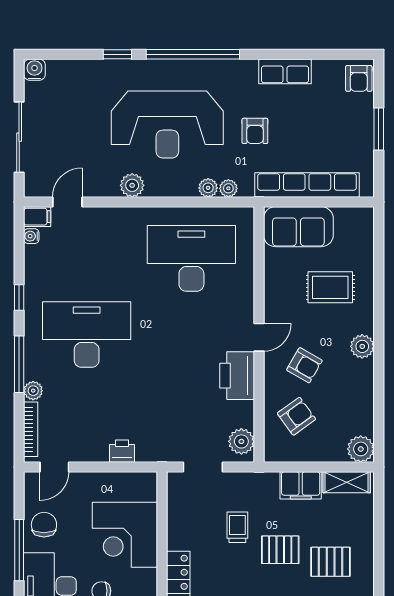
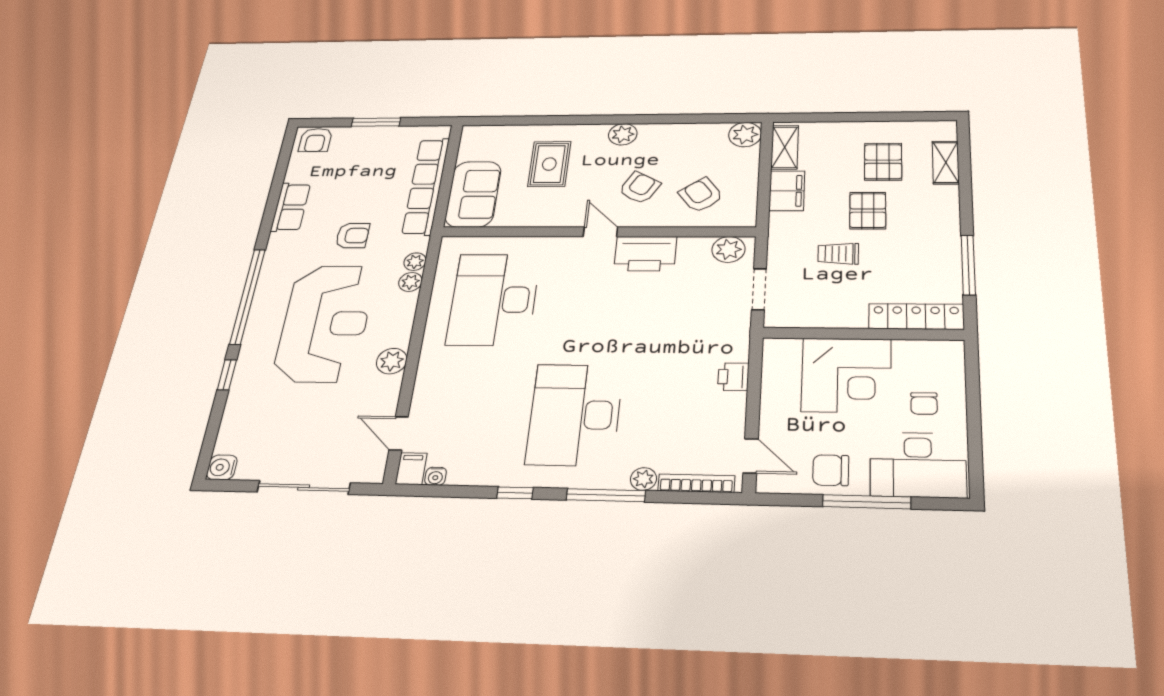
armchair: (359, 78) -> (315, 140), turned 90

